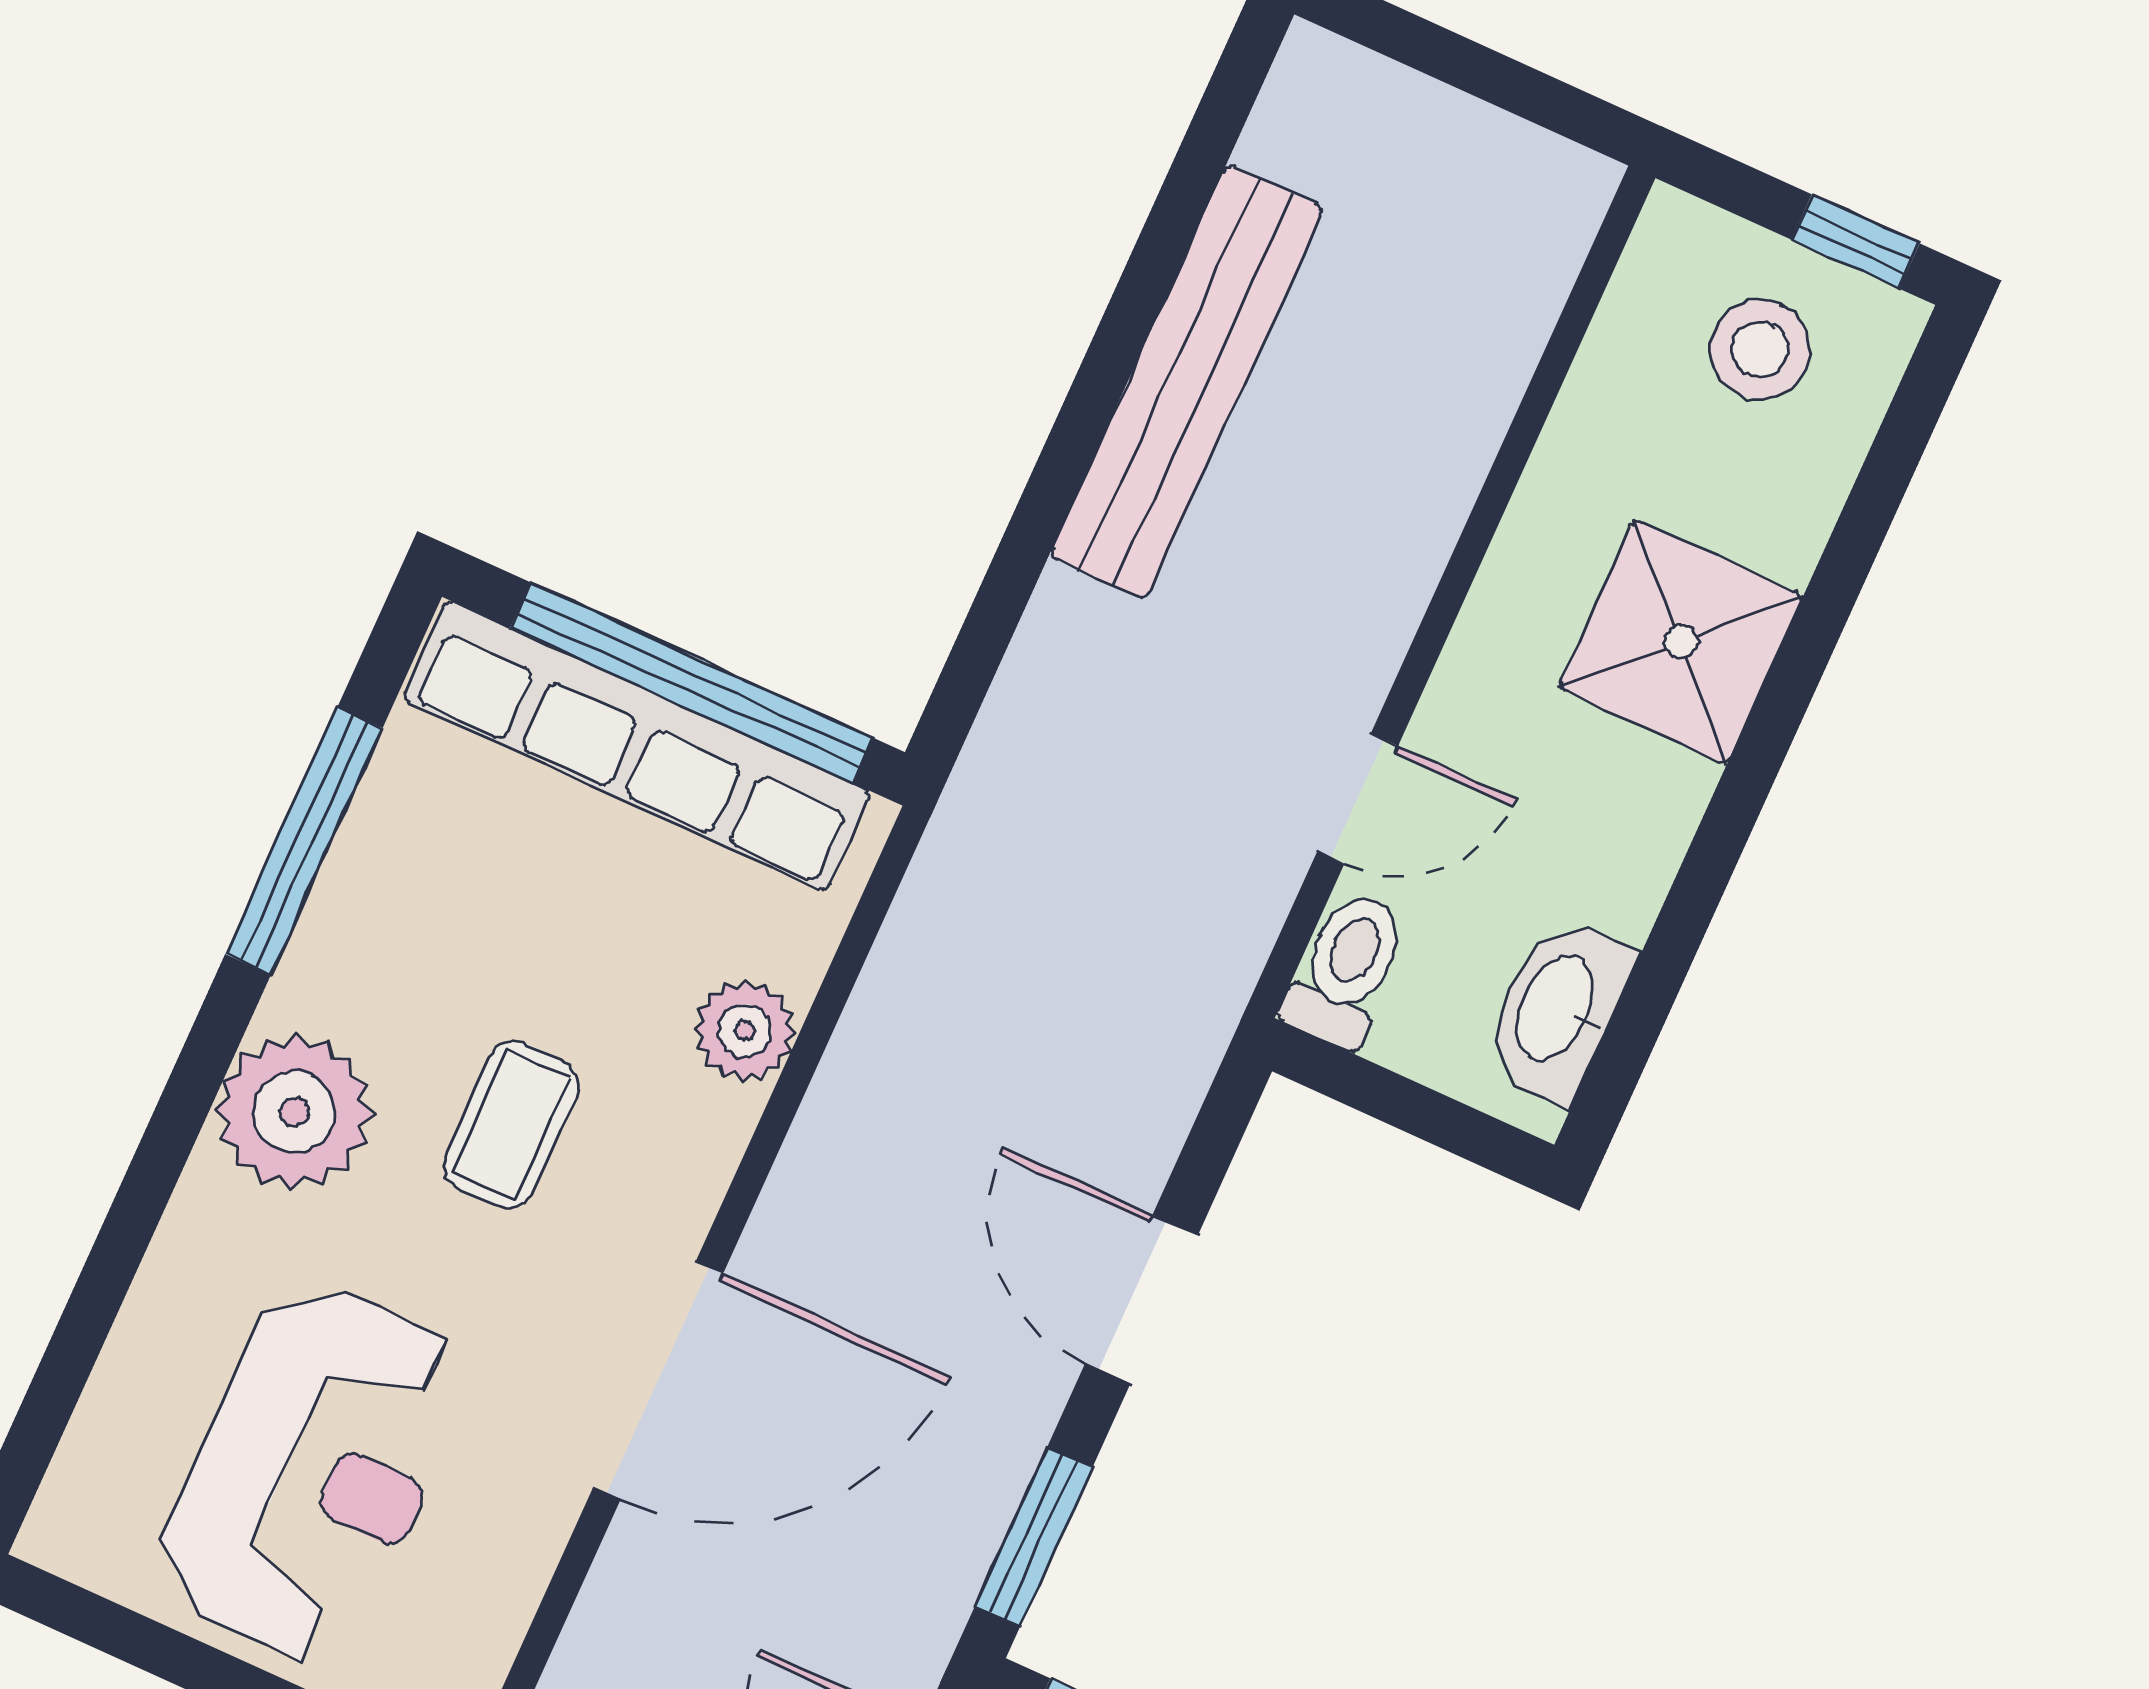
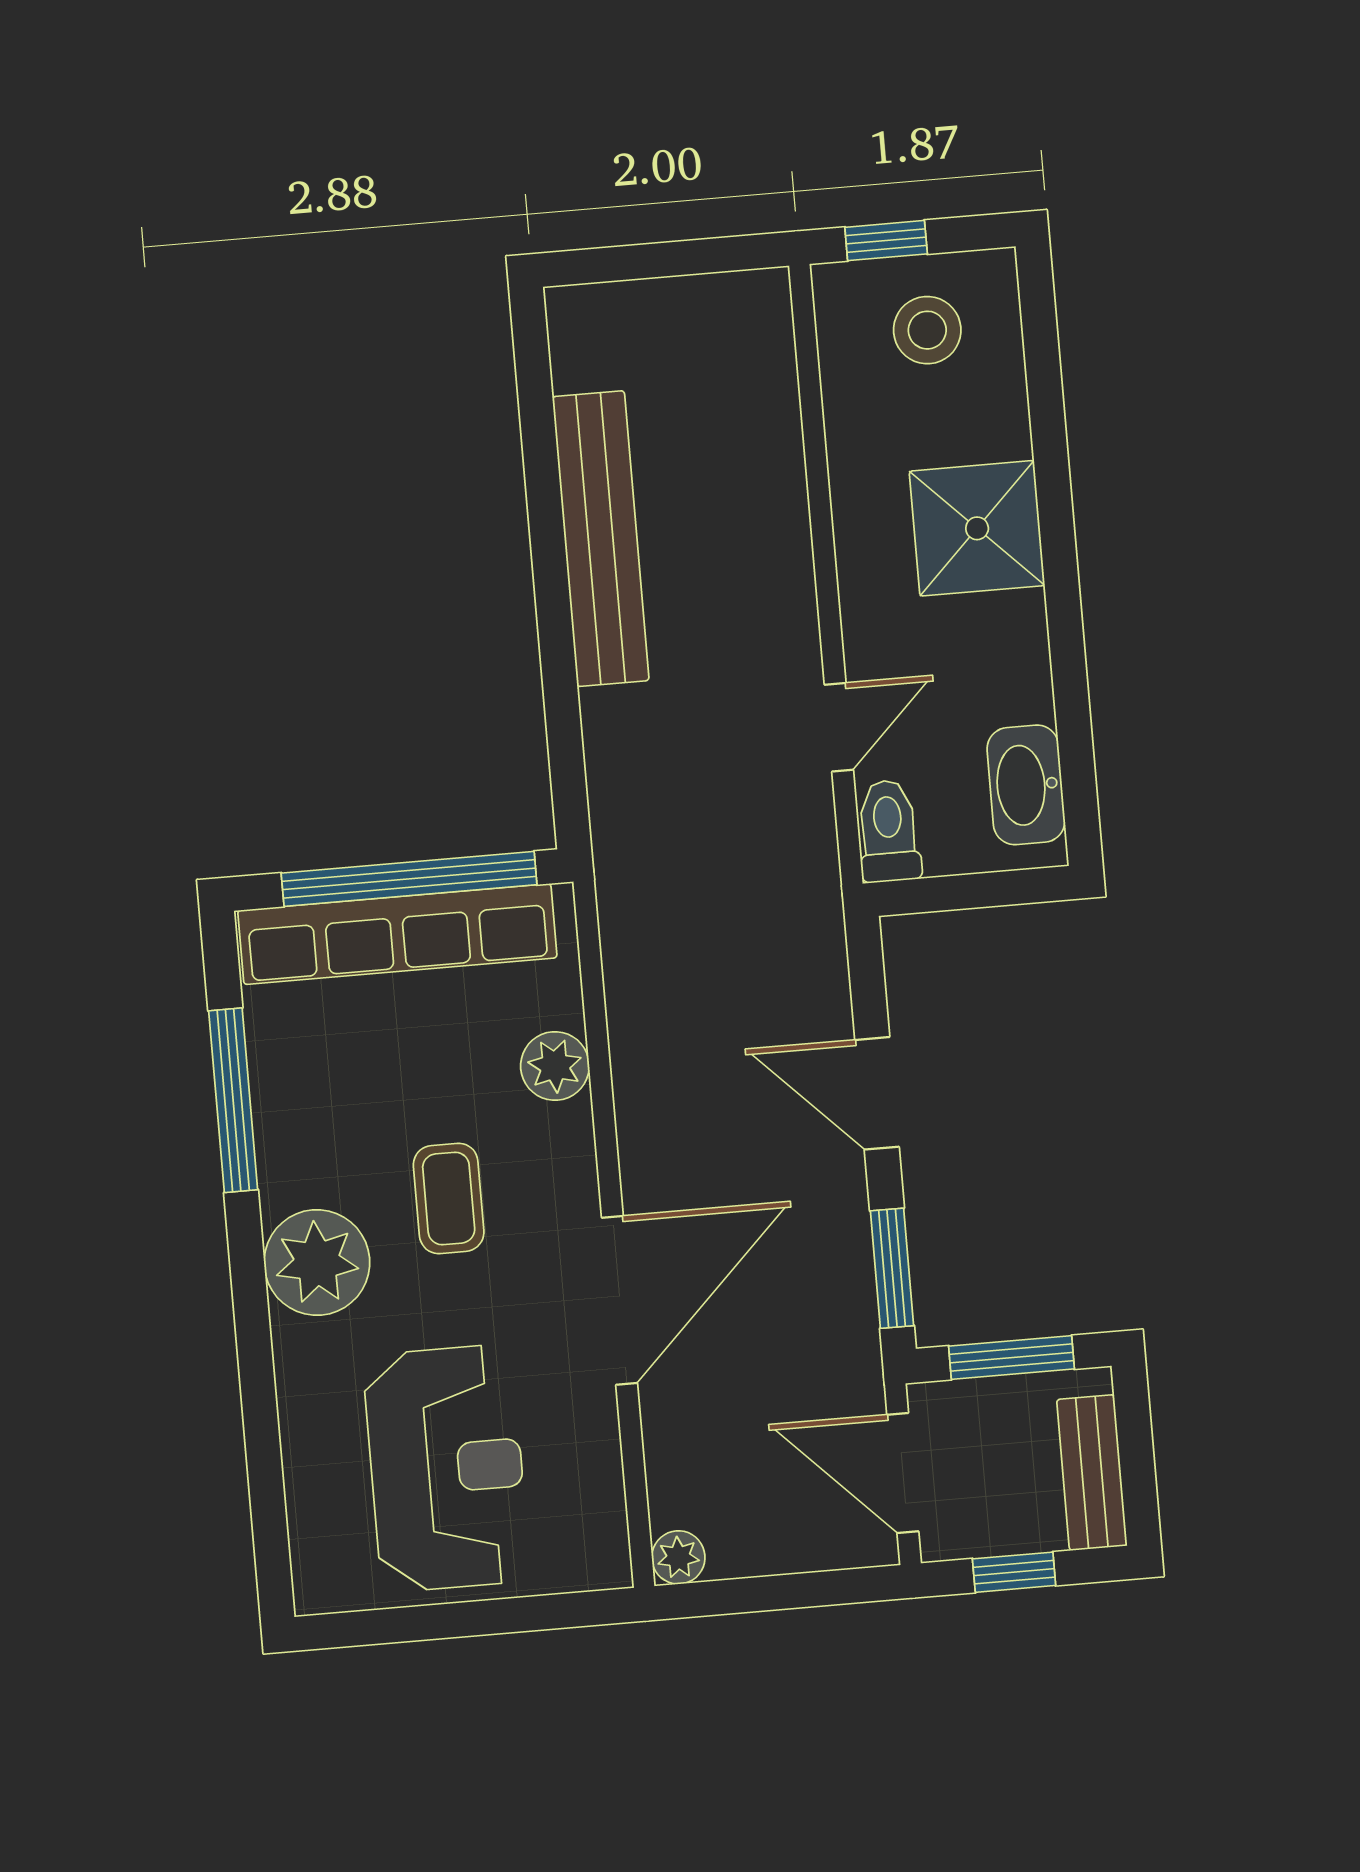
window: (1855, 242) -> (886, 241), moved

